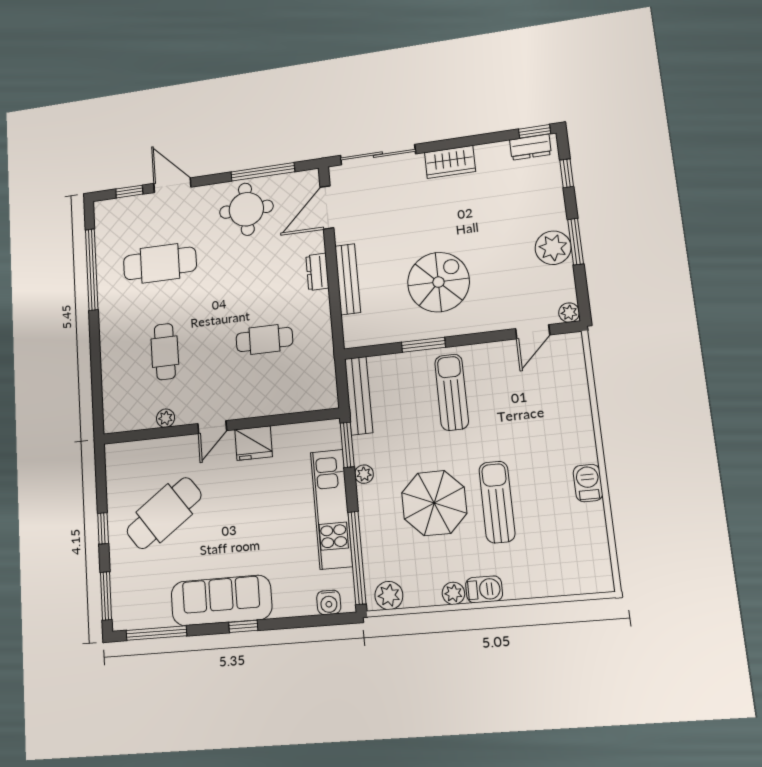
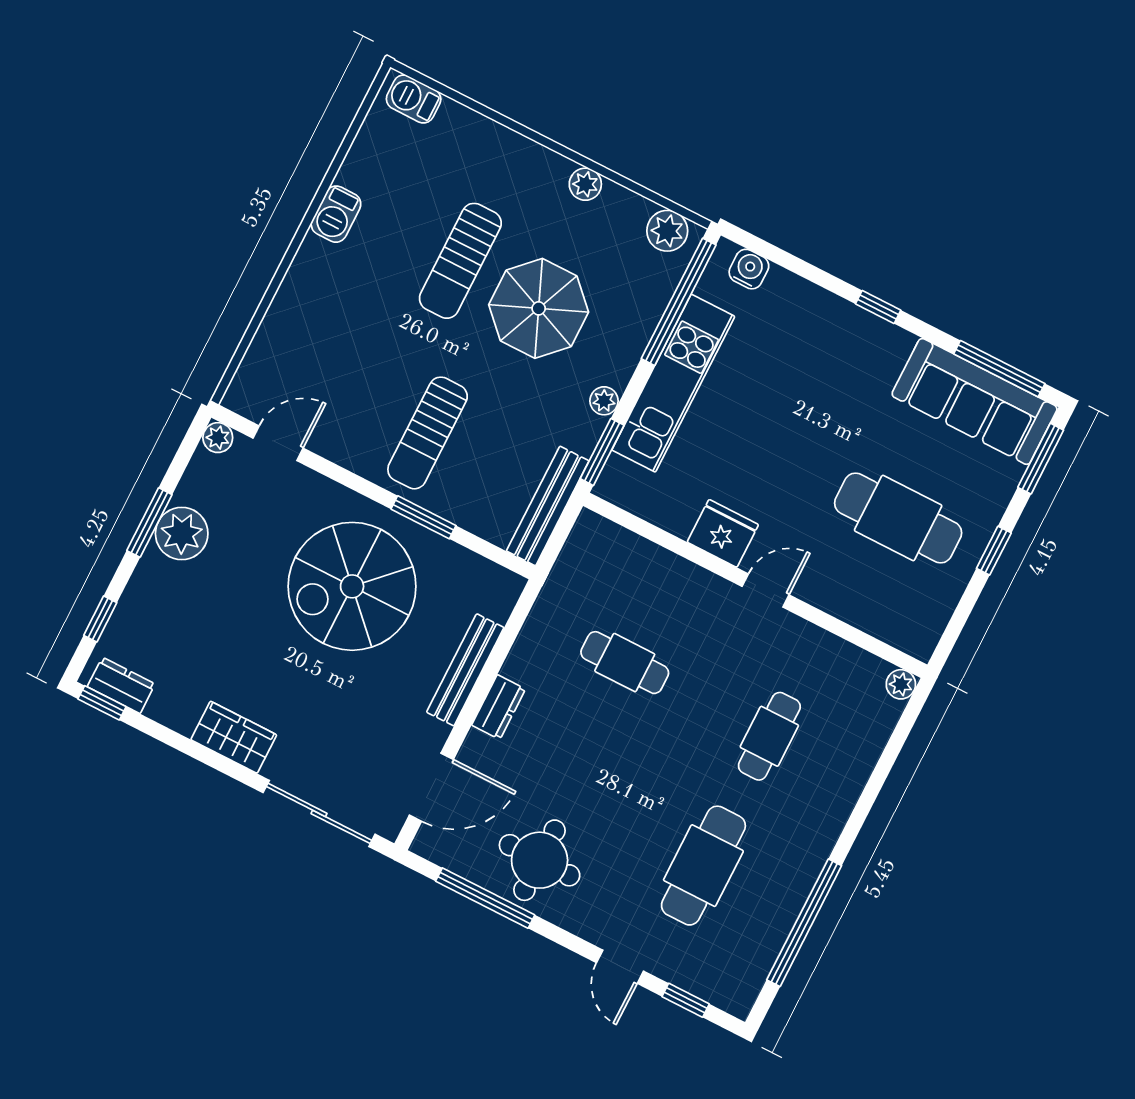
door: (172, 185) -> (620, 967), width x0.73
cafe table: (160, 263) -> (703, 866), turned 90
spiral stairs: (438, 282) -> (352, 586), width x1.37, depth x1.37
plant: (166, 418) -> (901, 684), moved
cafe table: (164, 513) -> (898, 518), turned 36
barbecue: (484, 589) -> (414, 99), moved
sofa: (221, 600) -> (975, 401), moved

